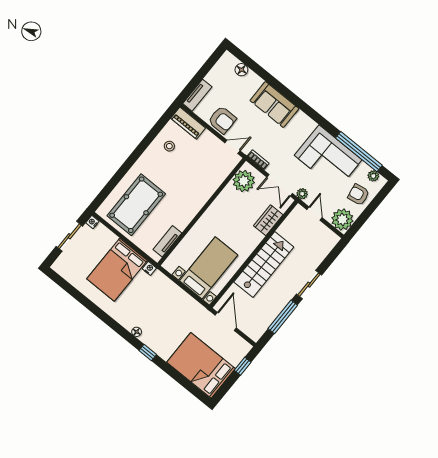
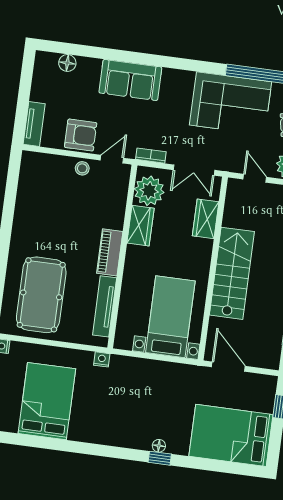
piano: (188, 123) -> (110, 252), moved, turned 90
stool: (169, 146) -> (82, 168), moved
plant: (302, 194) -> (226, 164), removed
wardrobe: (225, 199) -> (140, 226), added
tv unit: (167, 241) -> (105, 306), width x1.41
bed: (117, 270) -> (47, 401), moved, turned 180
floor lamp: (137, 332) -> (159, 446), moved

